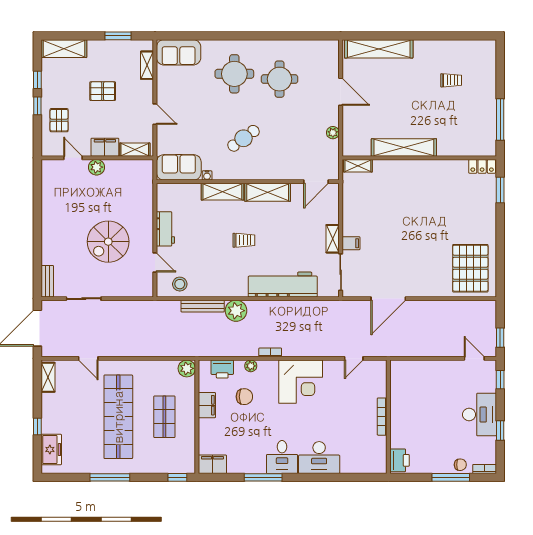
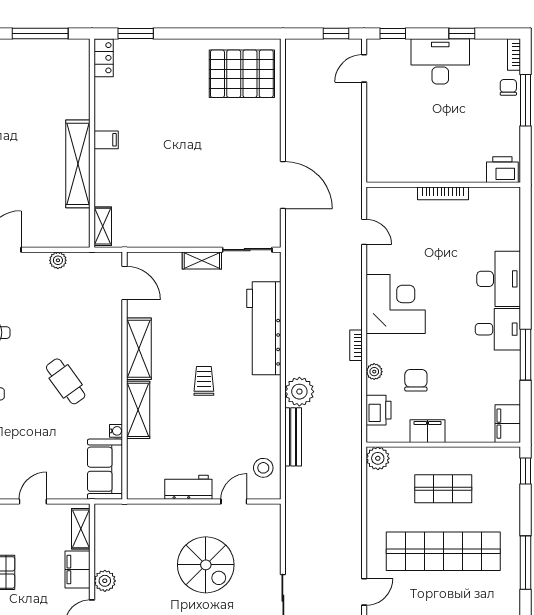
filing cabinet: (351, 243) -> (106, 140), moved, turned 90

